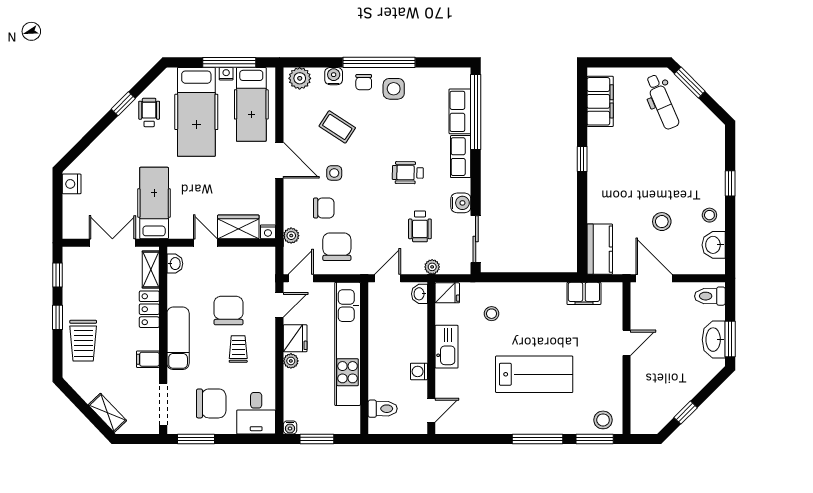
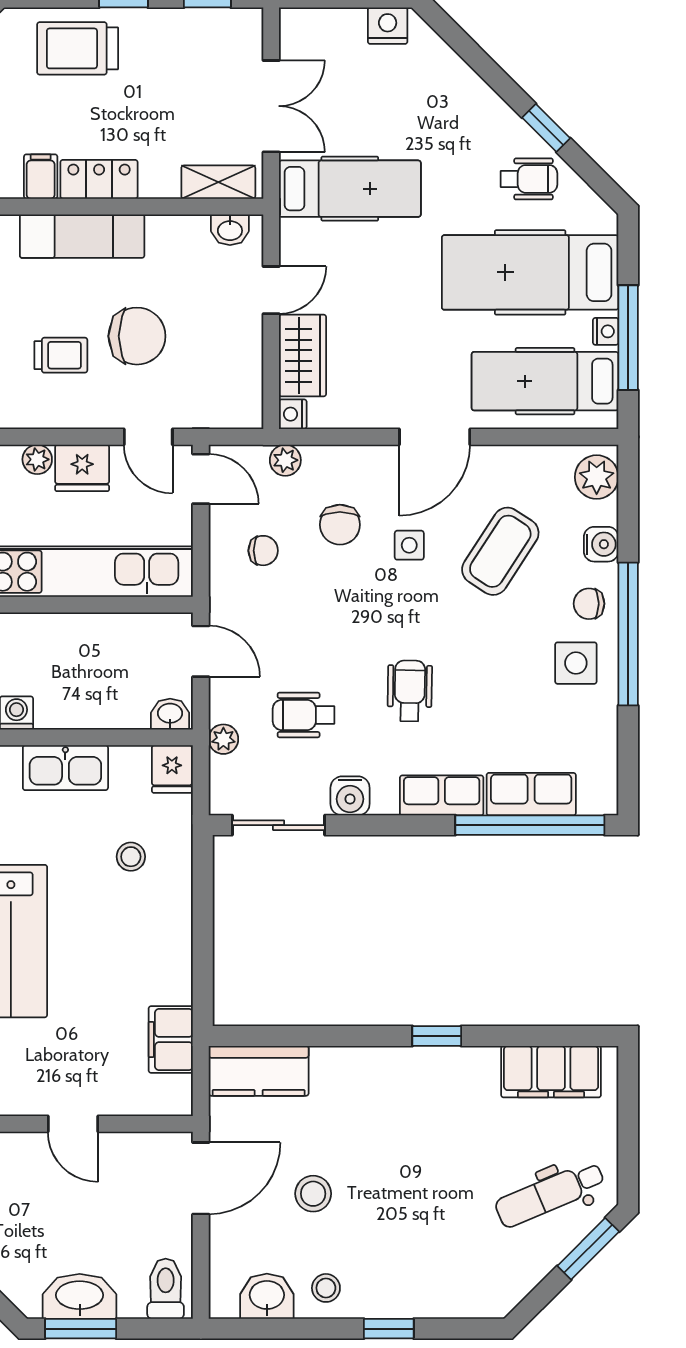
coffee table: (337, 127) -> (500, 551), width x1.36, depth x1.30
chair: (337, 247) -> (263, 551), width x0.54, depth x0.54
locker: (149, 309) -> (99, 179), moved

